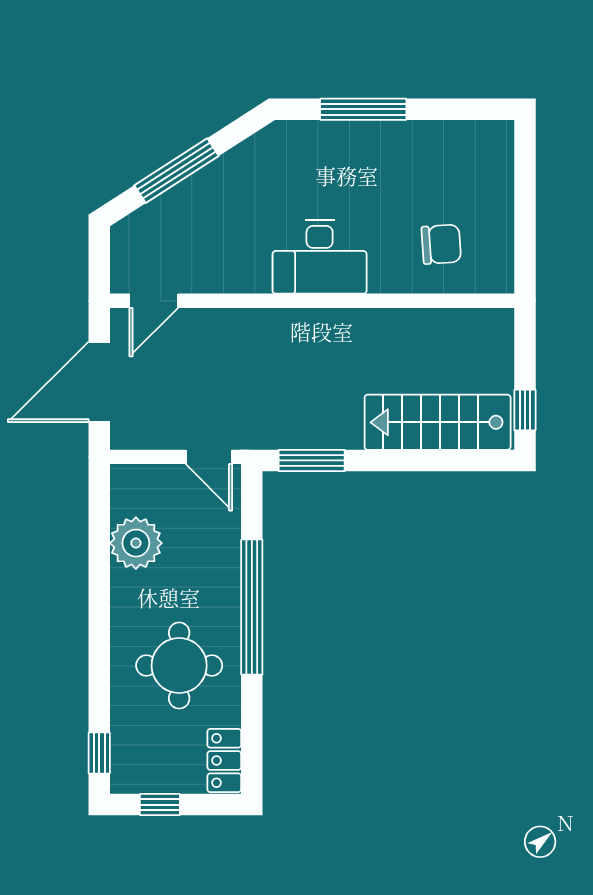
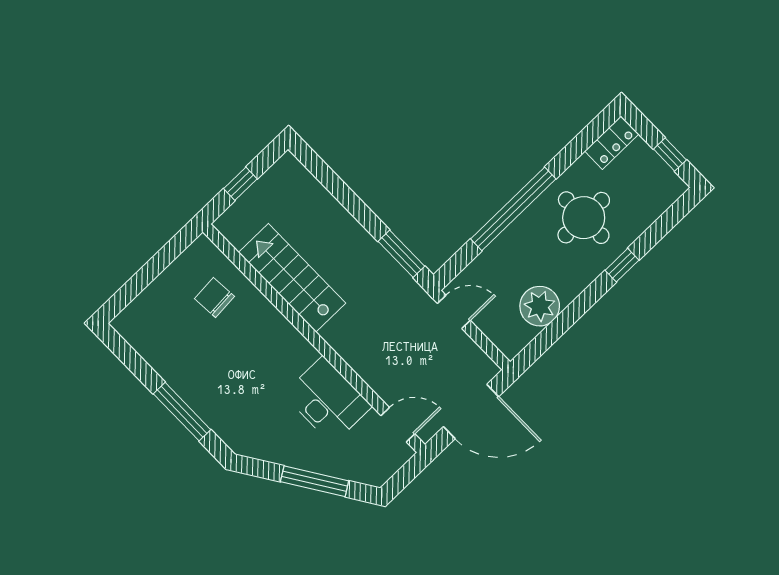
desk: (320, 257) -> (328, 400), moved
window: (525, 410) -> (240, 184), moved
stairs: (438, 422) -> (292, 278), moved, turned 180
door: (209, 457) -> (454, 312), hinge flipped
window: (99, 753) -> (622, 265), moved

